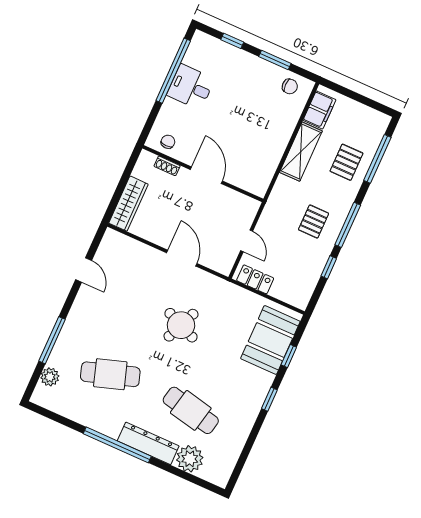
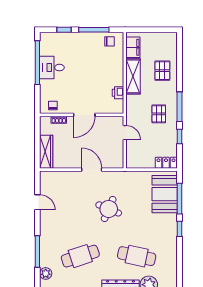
window: (275, 60) -> (94, 30), width x1.44
window: (377, 159) -> (180, 61), removed
printer: (269, 165) -> (118, 93), added
door: (206, 175) -> (84, 115), swing flipped
door: (247, 241) -> (125, 133), moved
locker: (255, 279) -> (166, 163), moved
window: (289, 356) -> (180, 199), width x2.17

